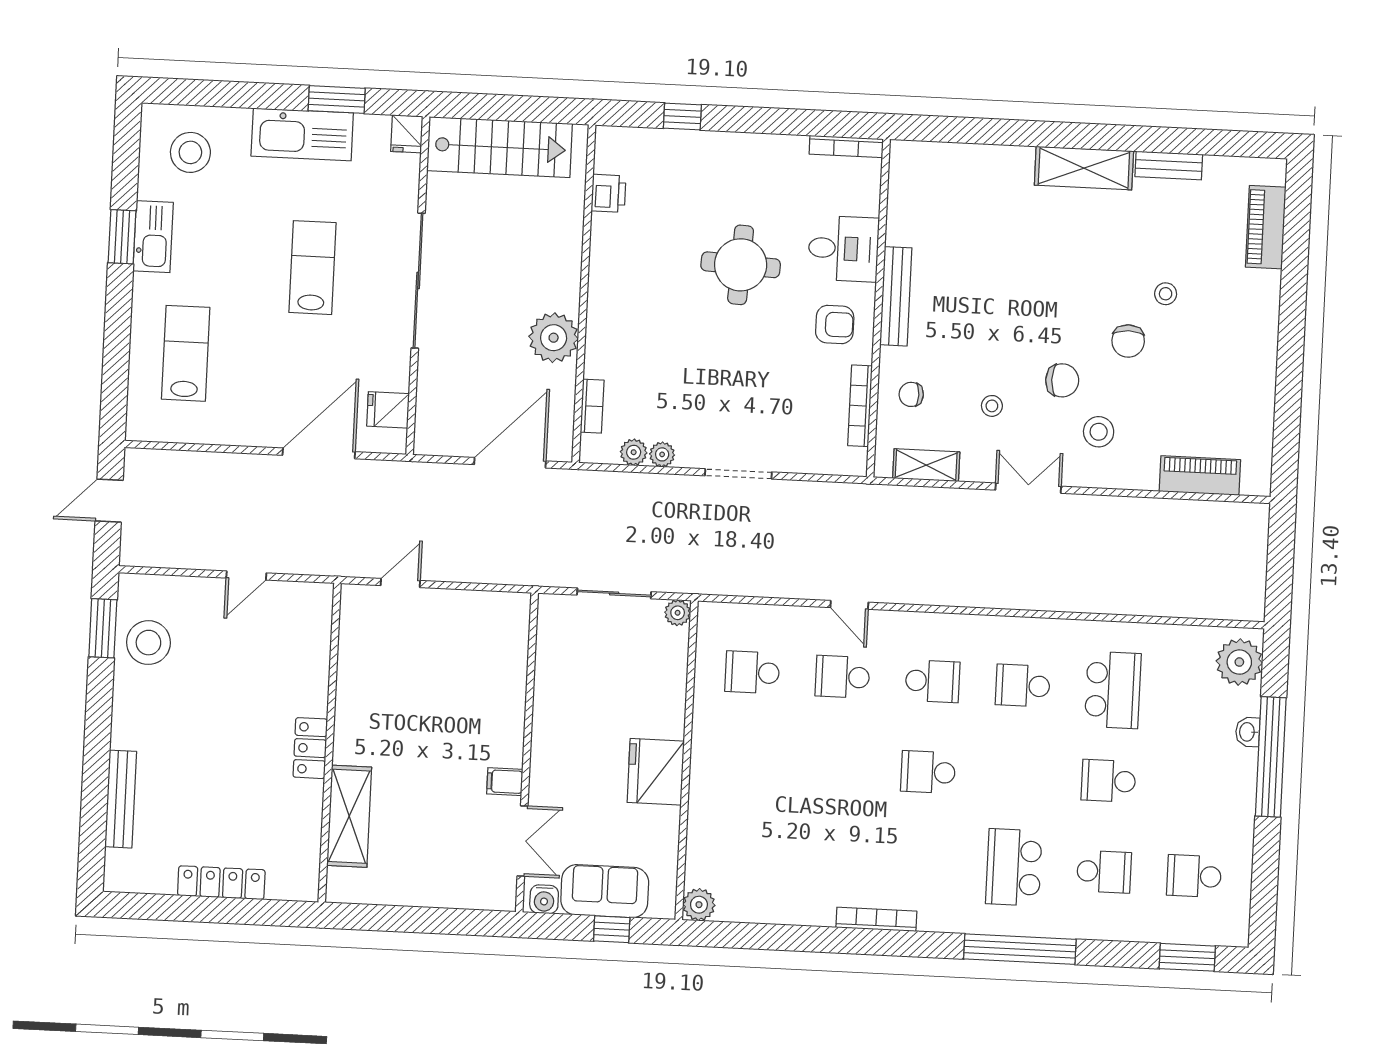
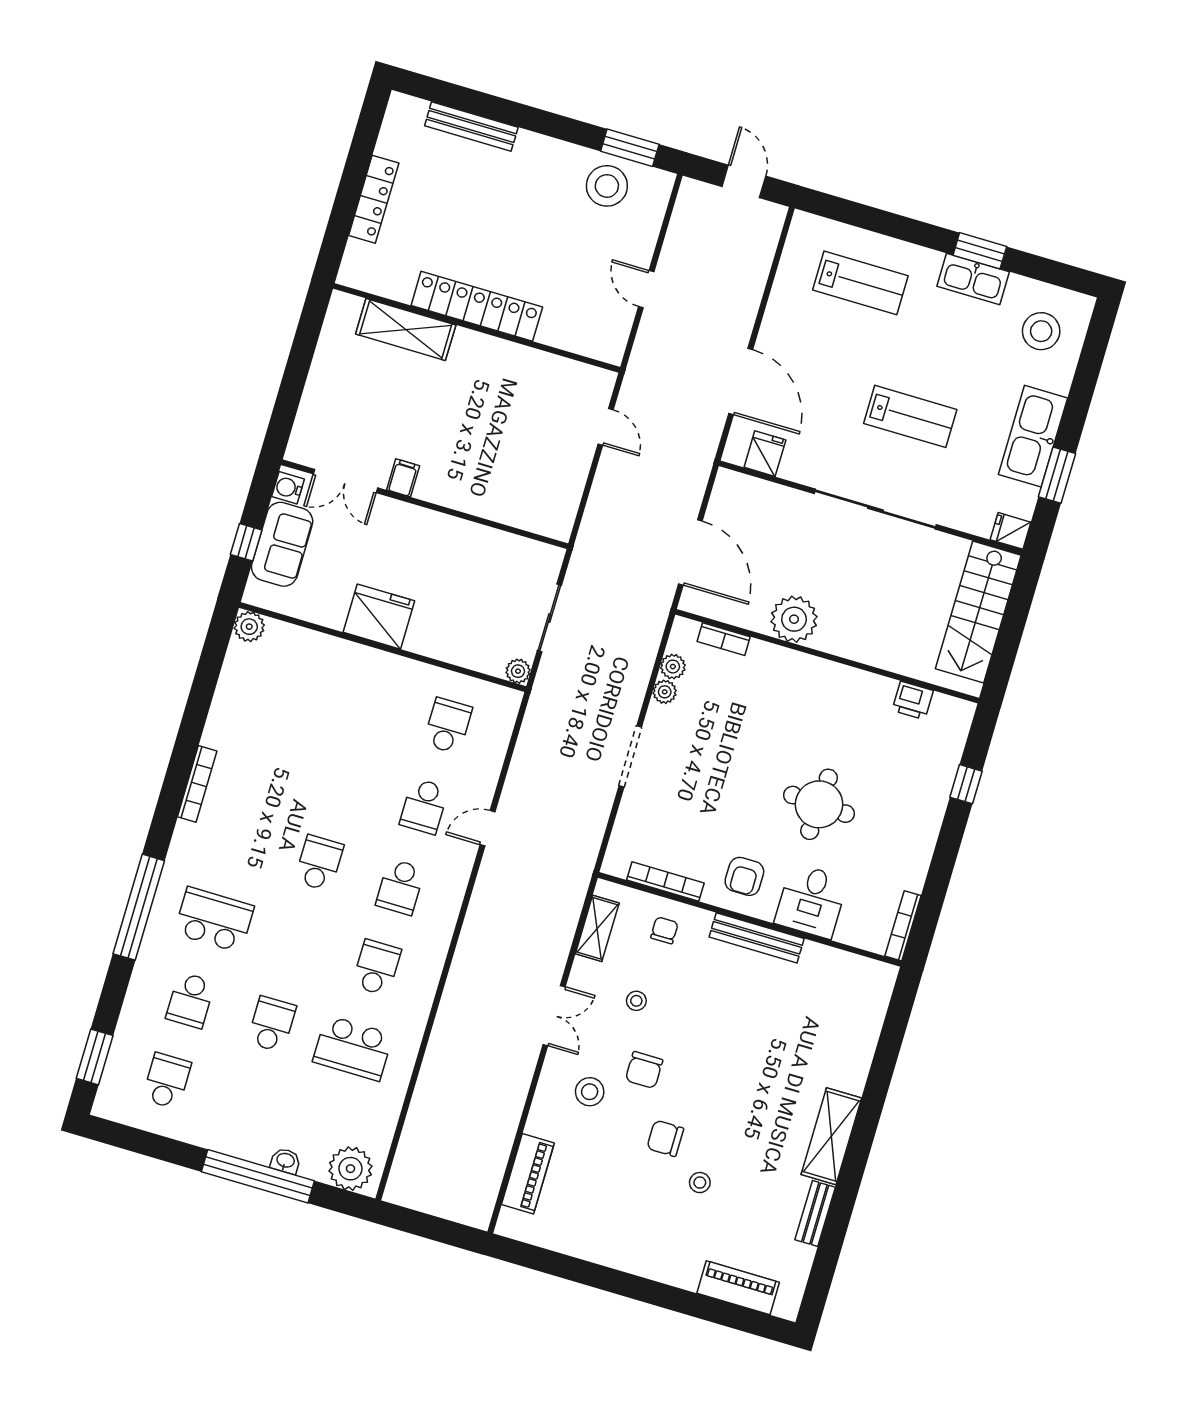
school desk: (842, 677) -> (424, 806), turned 180
locker: (310, 748) -> (477, 306), width x2.16, depth x1.21

